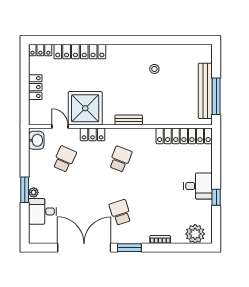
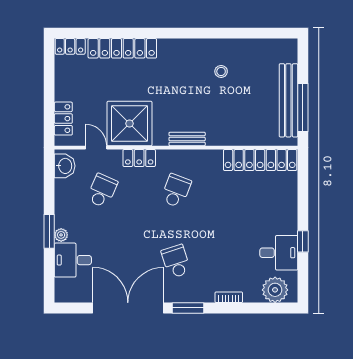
locker: (35, 87) -> (63, 119), moved
desk: (198, 186) -> (279, 253), moved

